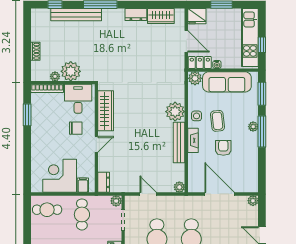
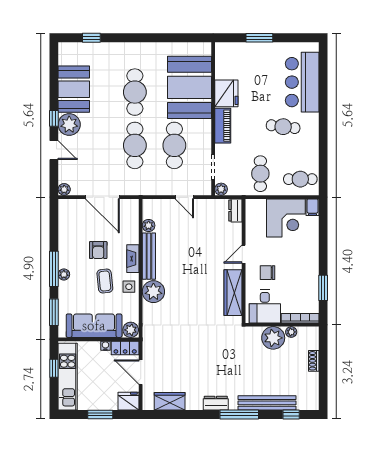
dresser: (136, 14) -> (216, 403), moved
filing cabinet: (83, 185) -> (312, 207), moved
plant: (179, 187) -> (149, 225), moved

